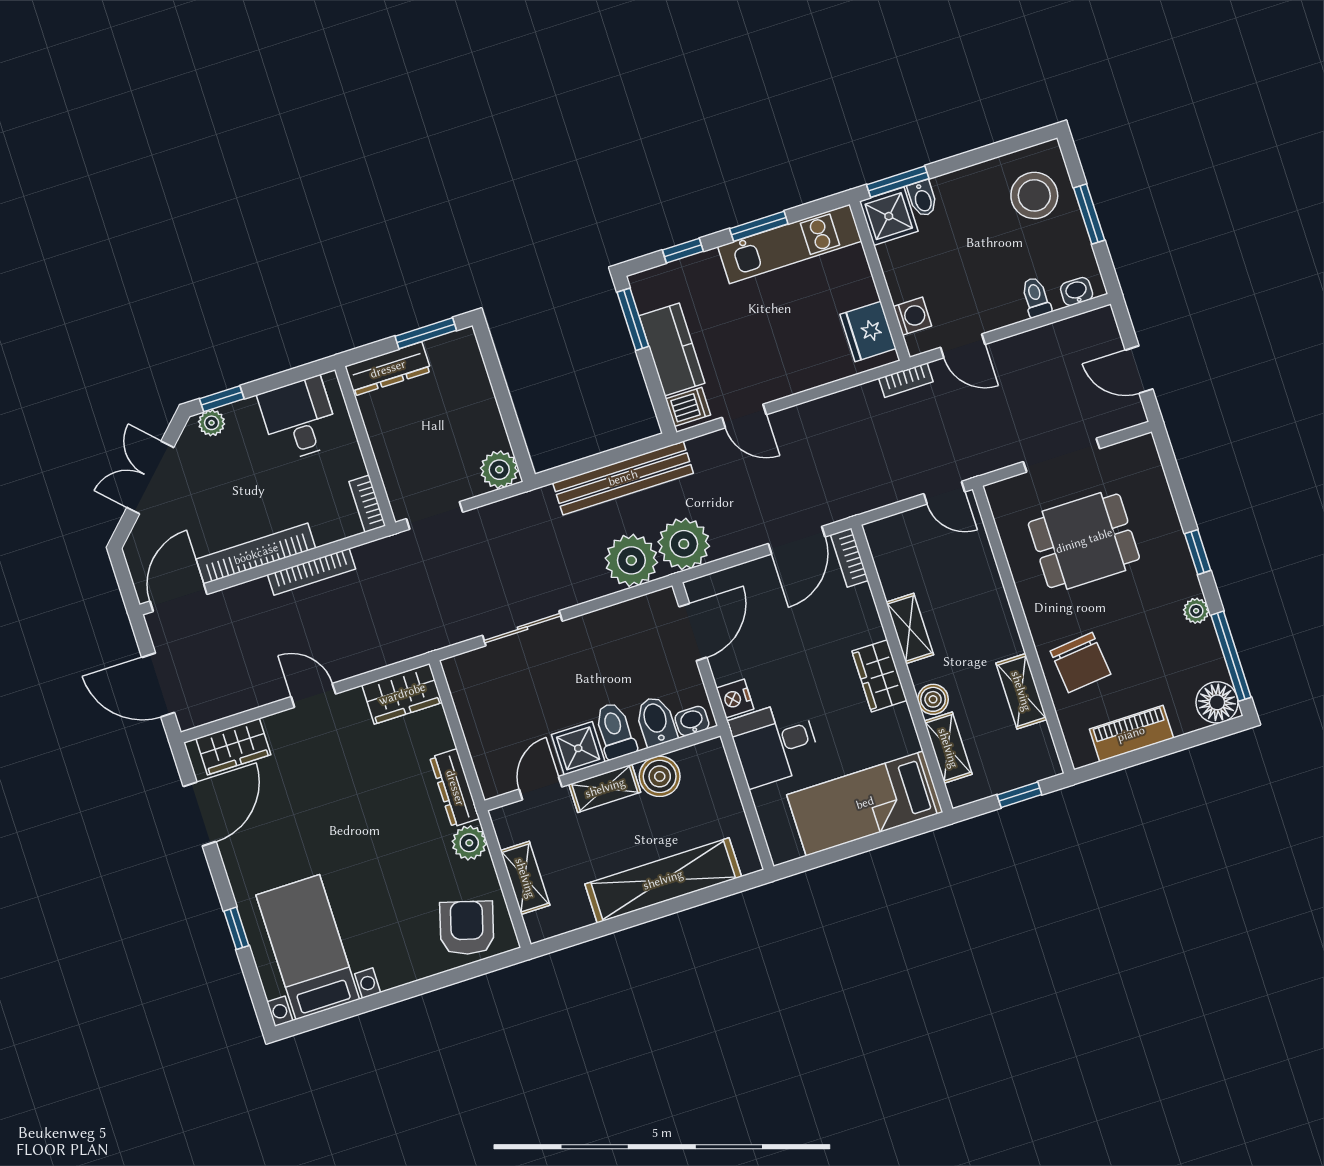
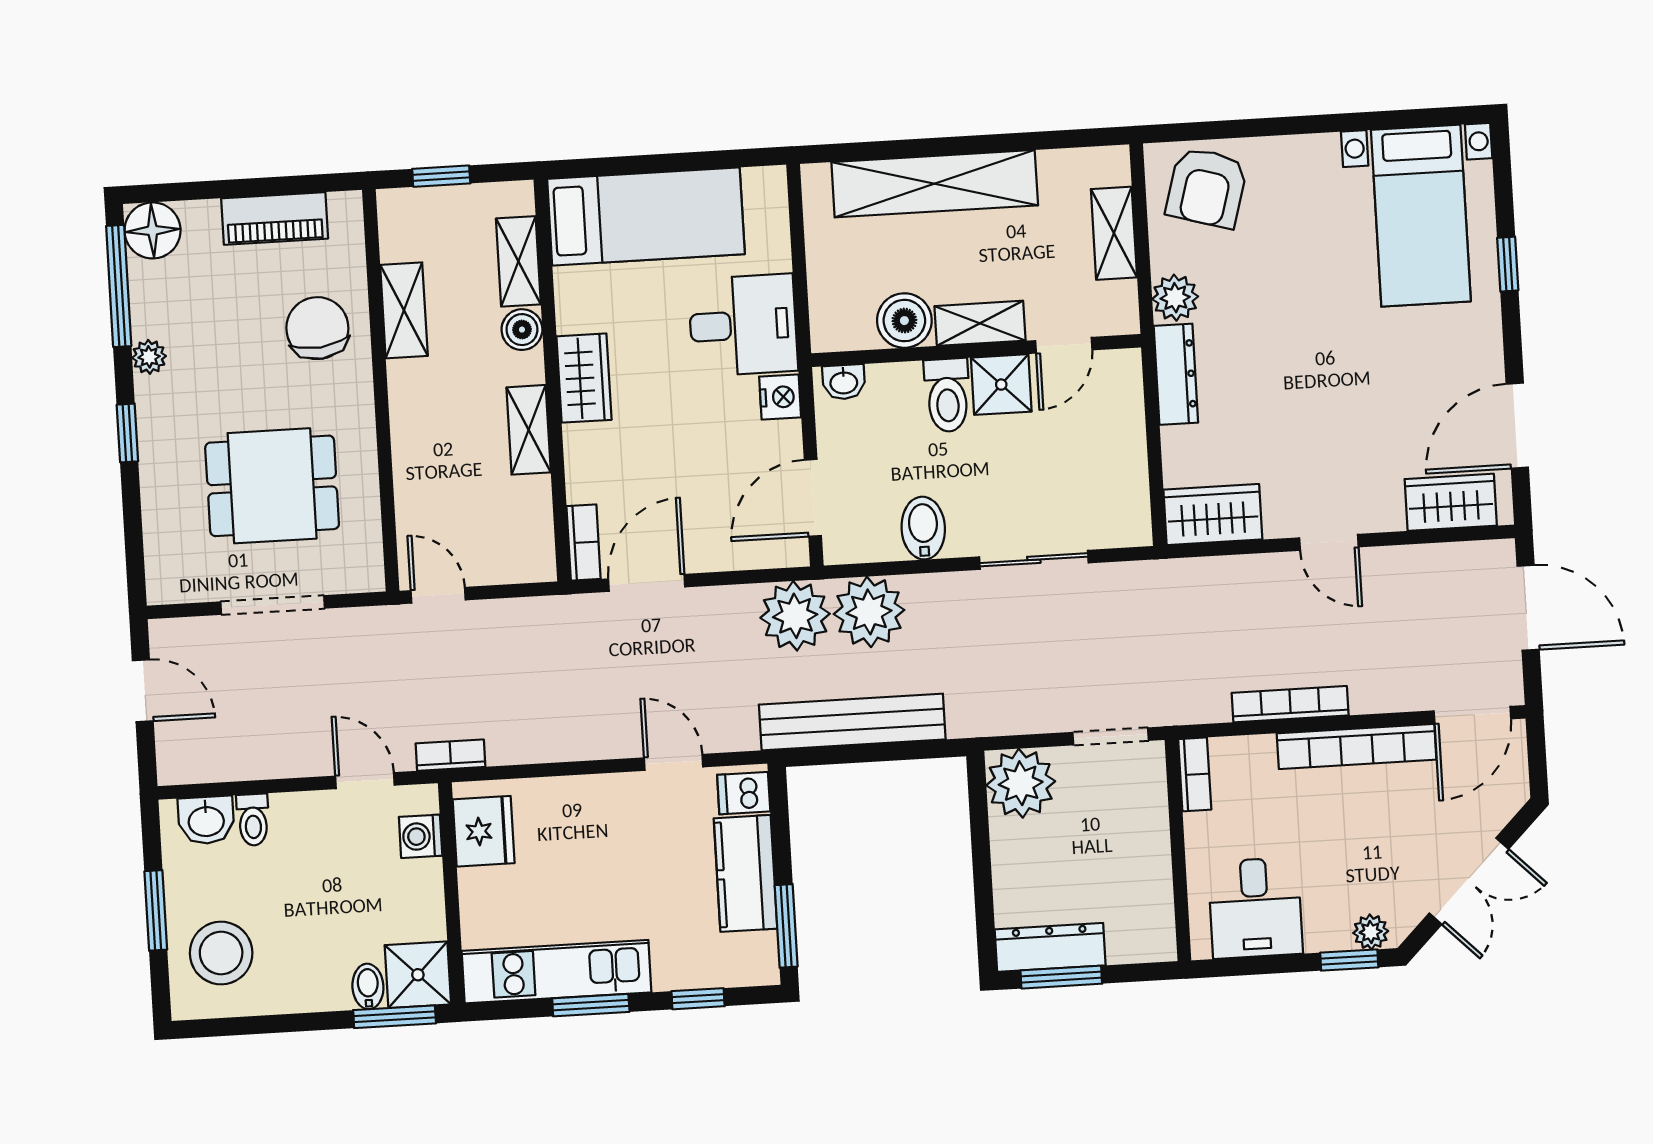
washbasin: (1077, 292) -> (206, 820), width x1.38, depth x1.45
dresser: (388, 369) -> (1050, 947), moved
plant: (499, 470) -> (1021, 783), width x1.36, depth x1.36
bidet: (656, 721) -> (923, 528), moved, turned 180

